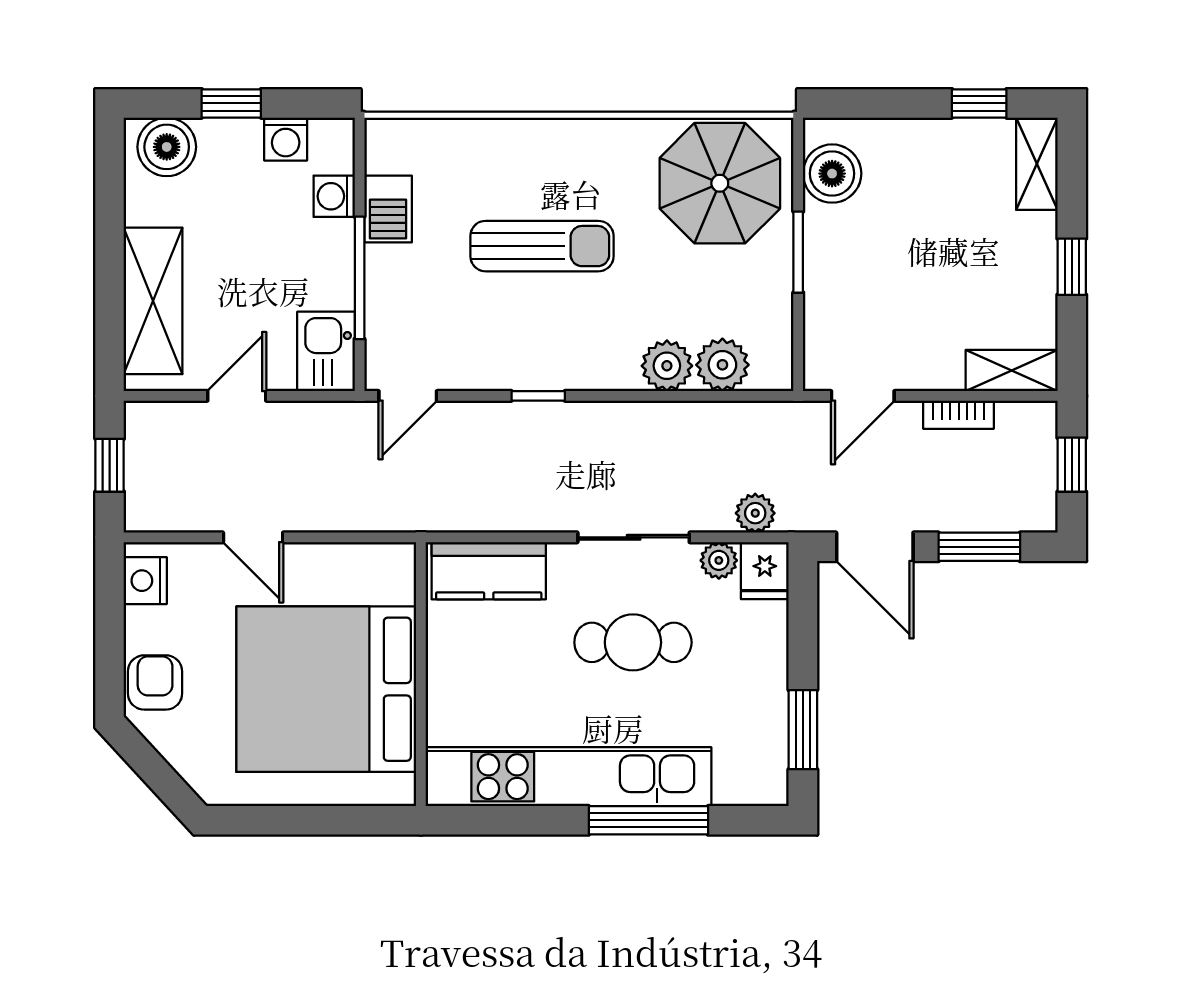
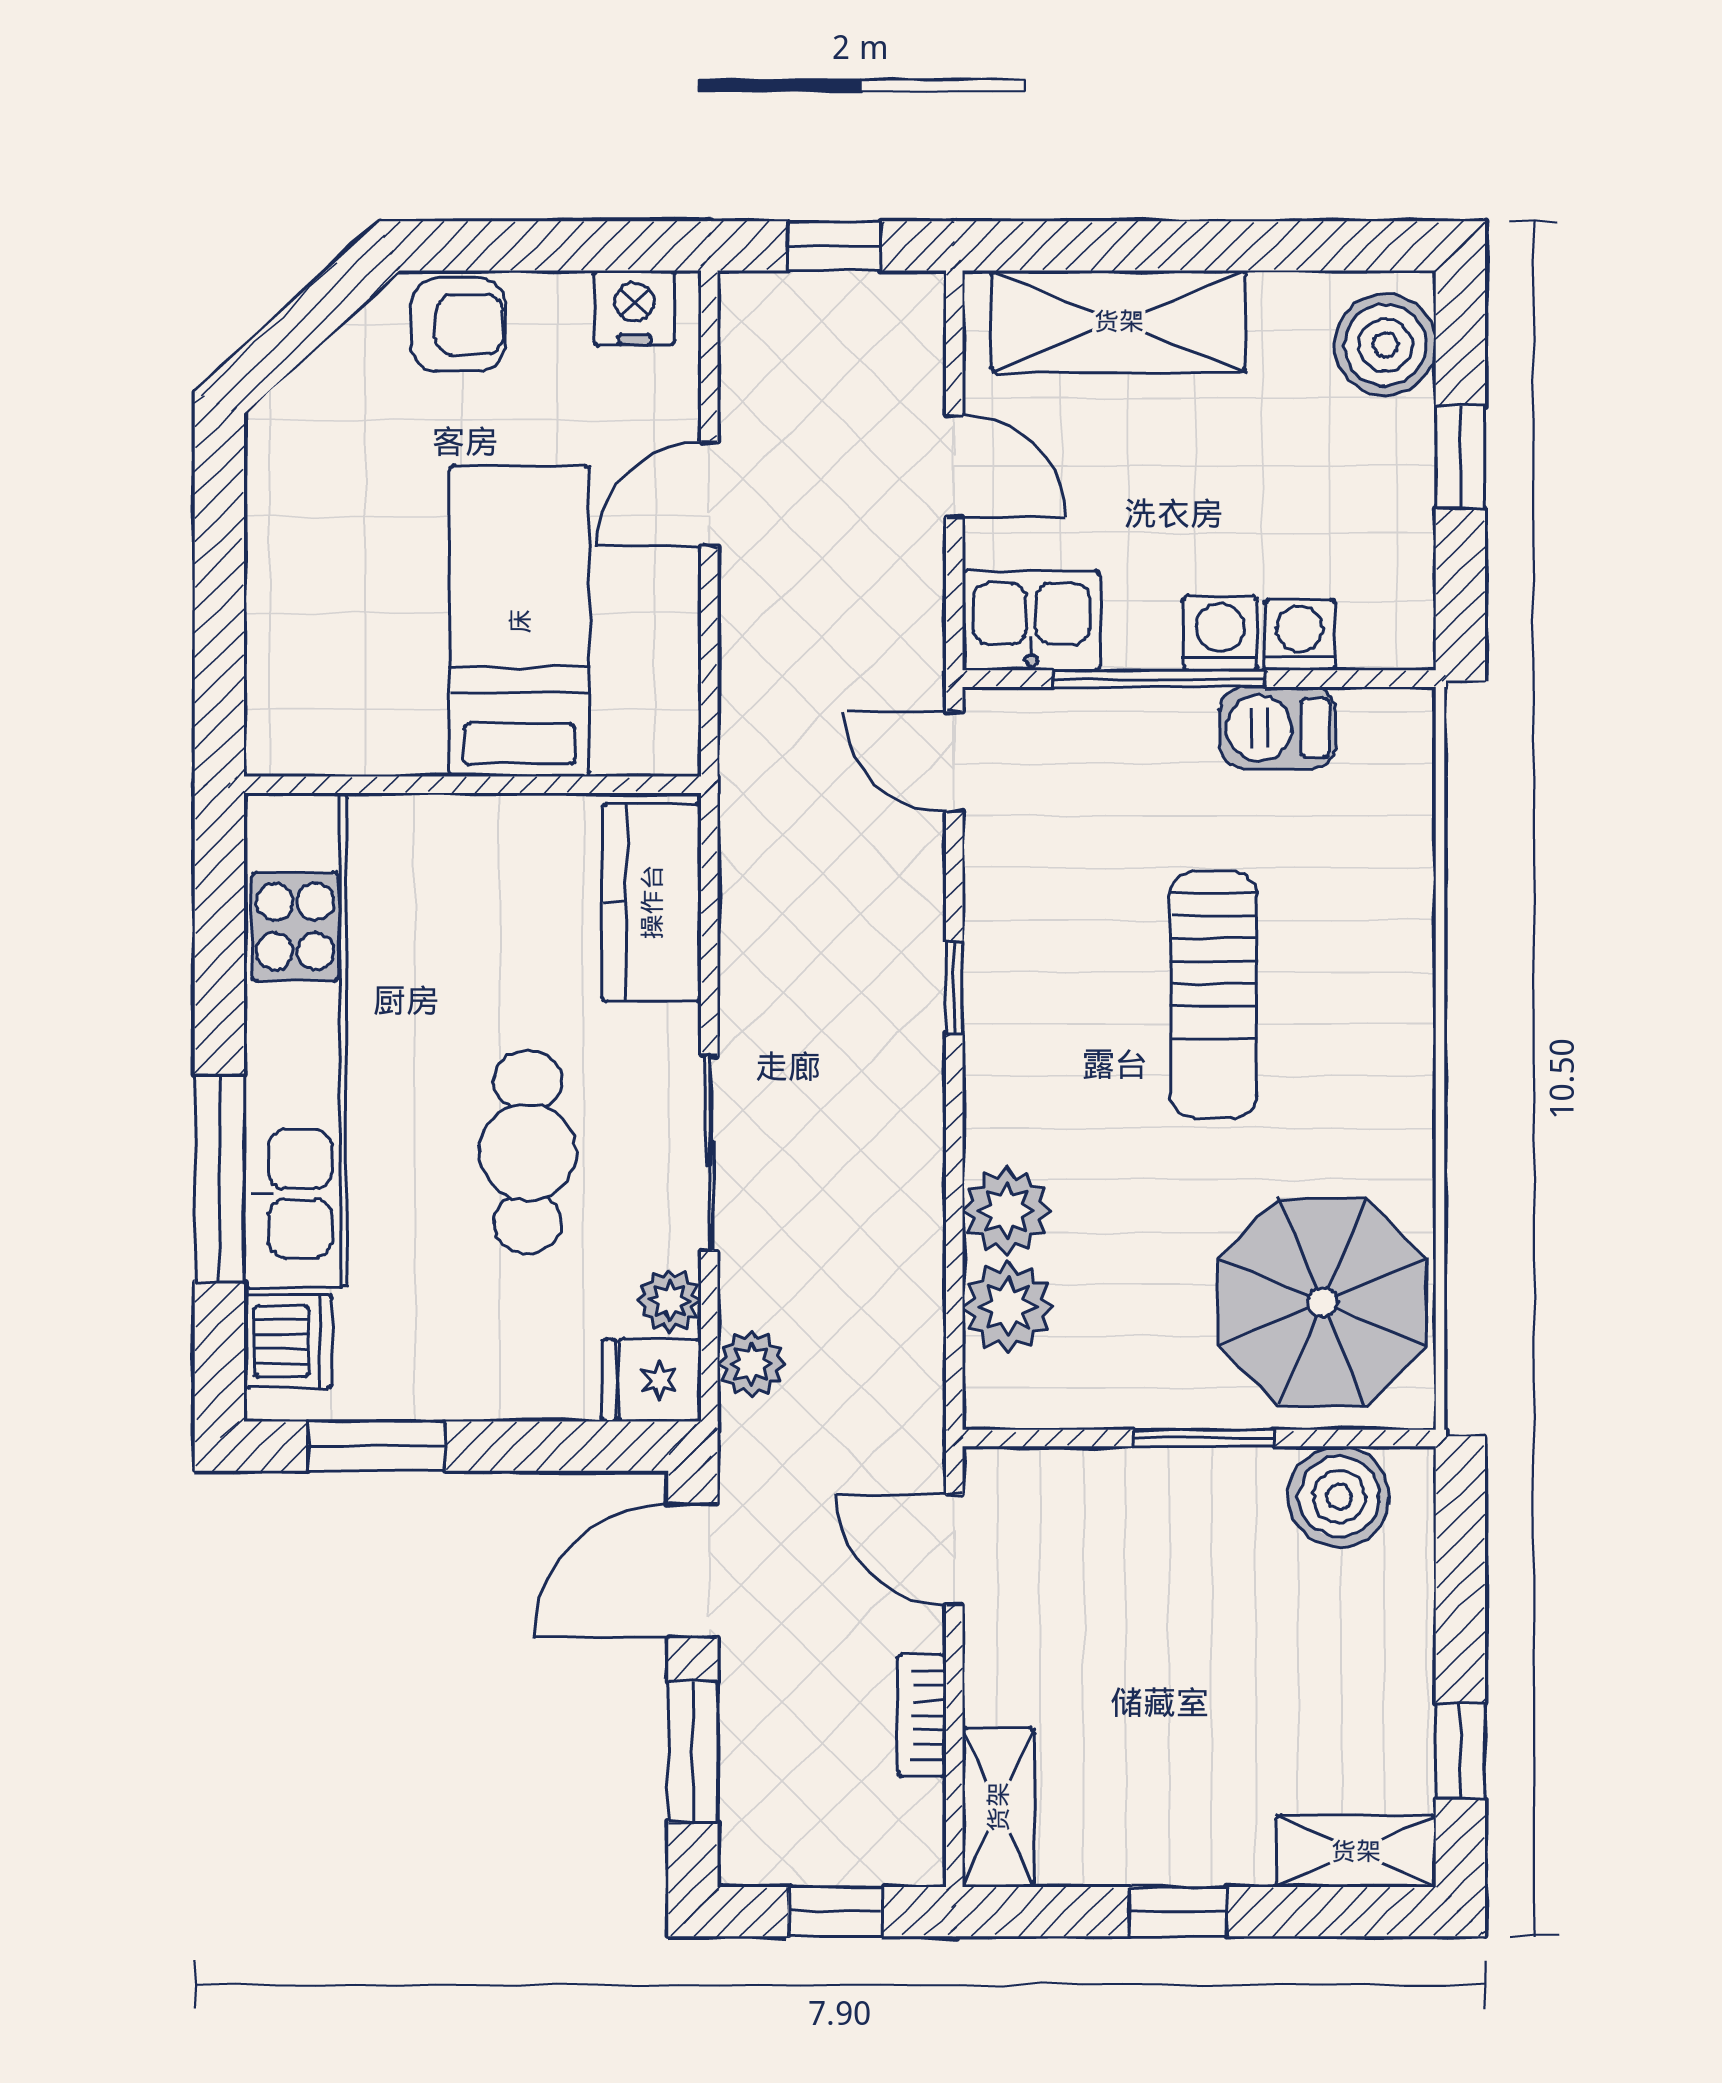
washing machine: (286, 139) -> (1220, 633), moved, turned 90
bed: (326, 689) -> (520, 621), width x0.49
dishwasher: (742, 781) -> (288, 1341), added

